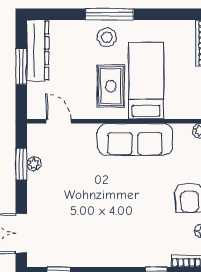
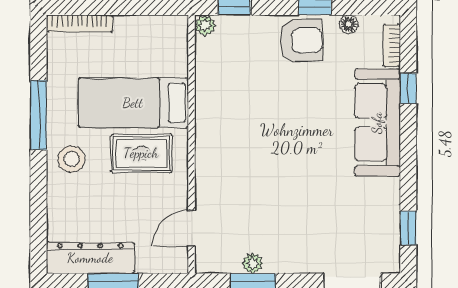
window: (110, 14) -> (38, 115), moved
sofa: (135, 139) -> (377, 123), moved, turned 180

